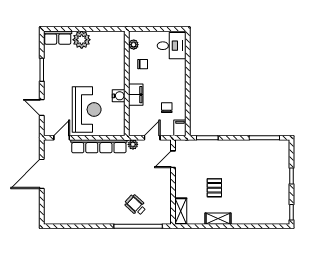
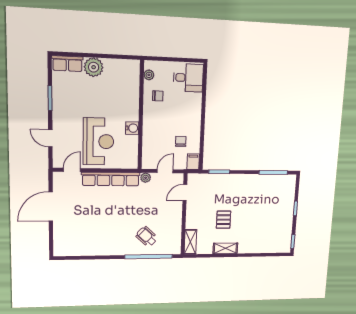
filing cabinet: (136, 95) -> (150, 127), removed

